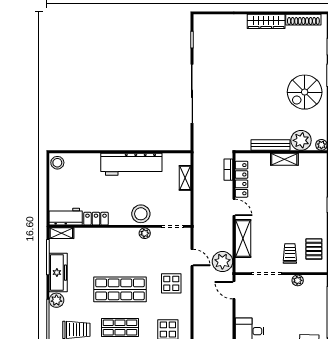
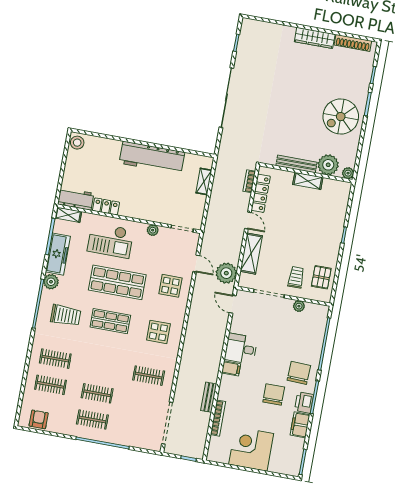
stool: (141, 214) -> (152, 210), removed
checkout: (106, 250) -> (110, 240), added

